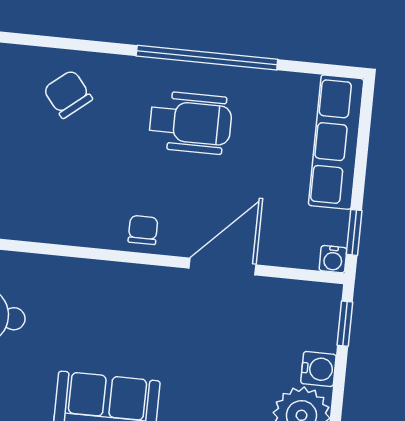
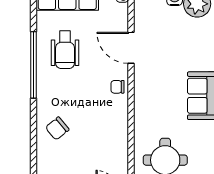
wheelchair: (190, 123) -> (65, 50), moved, turned 180

